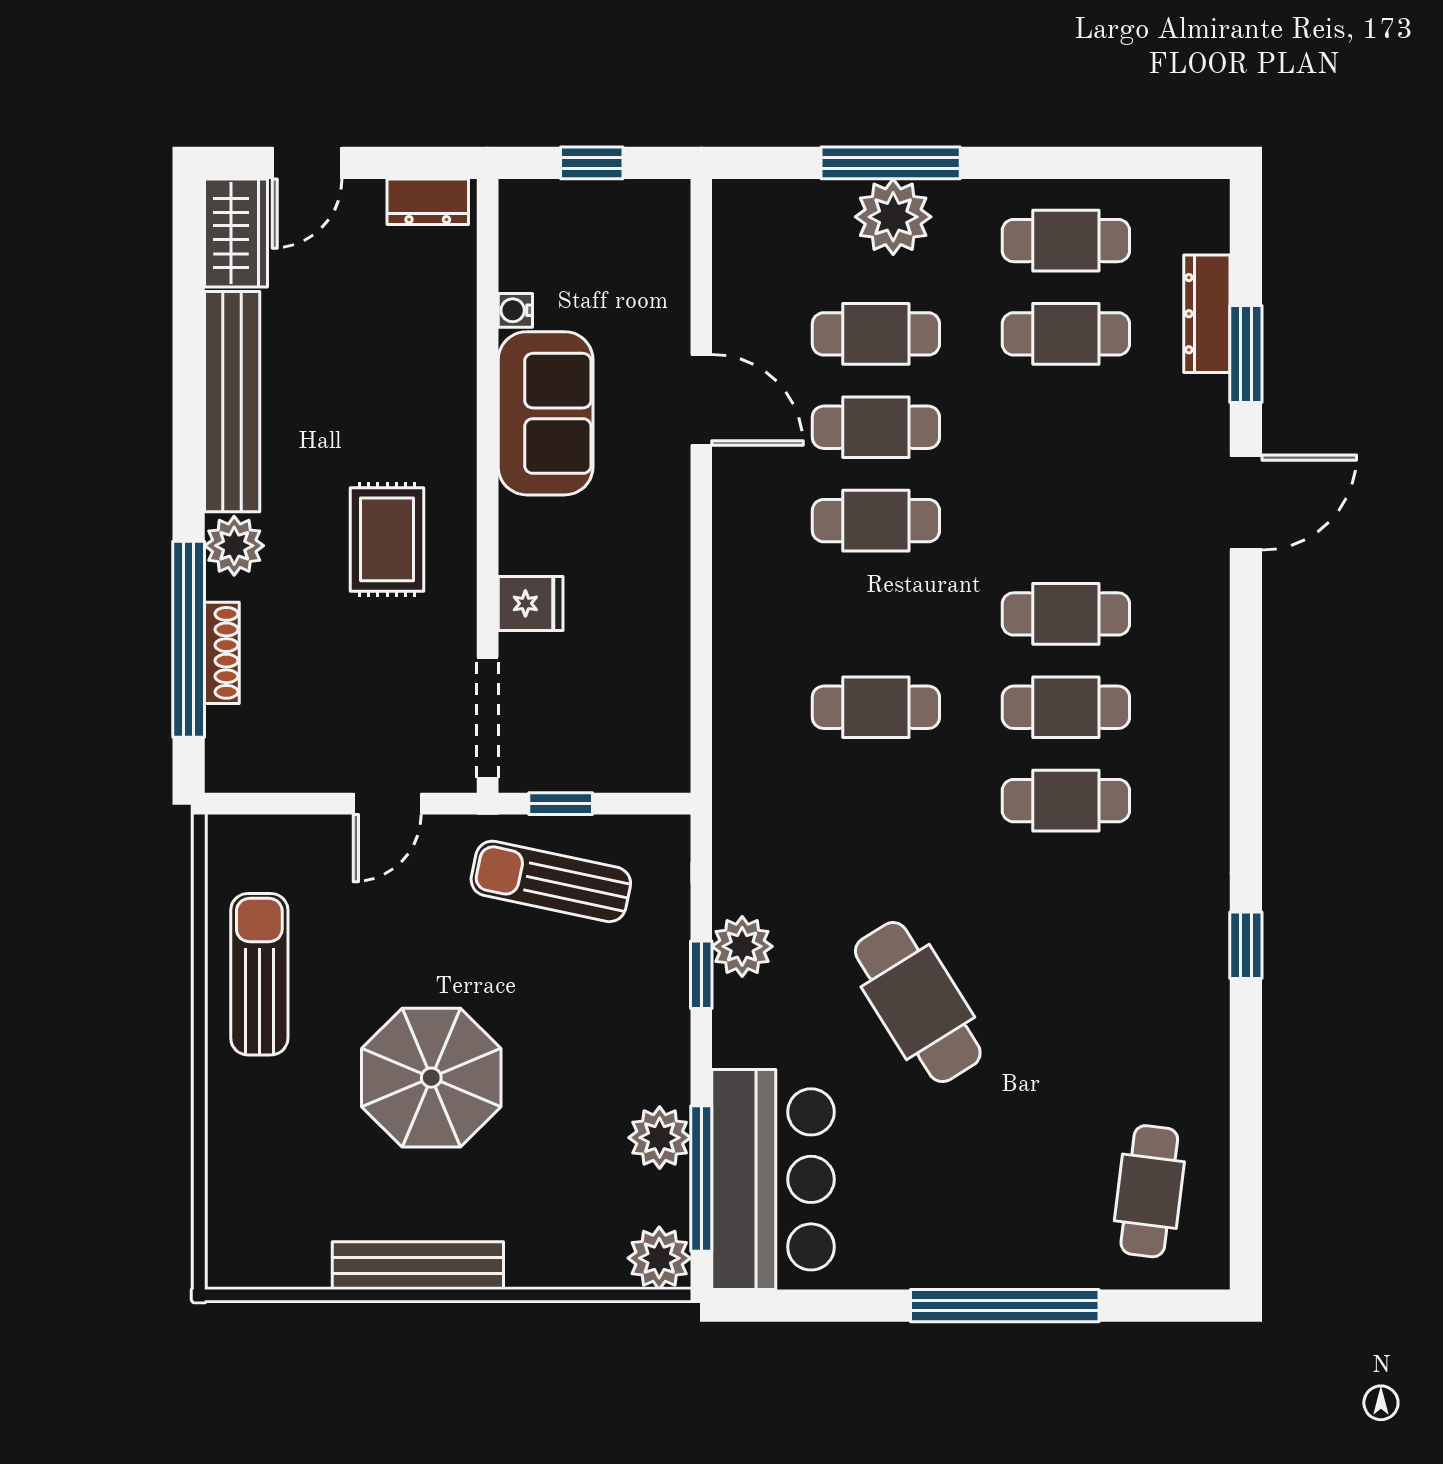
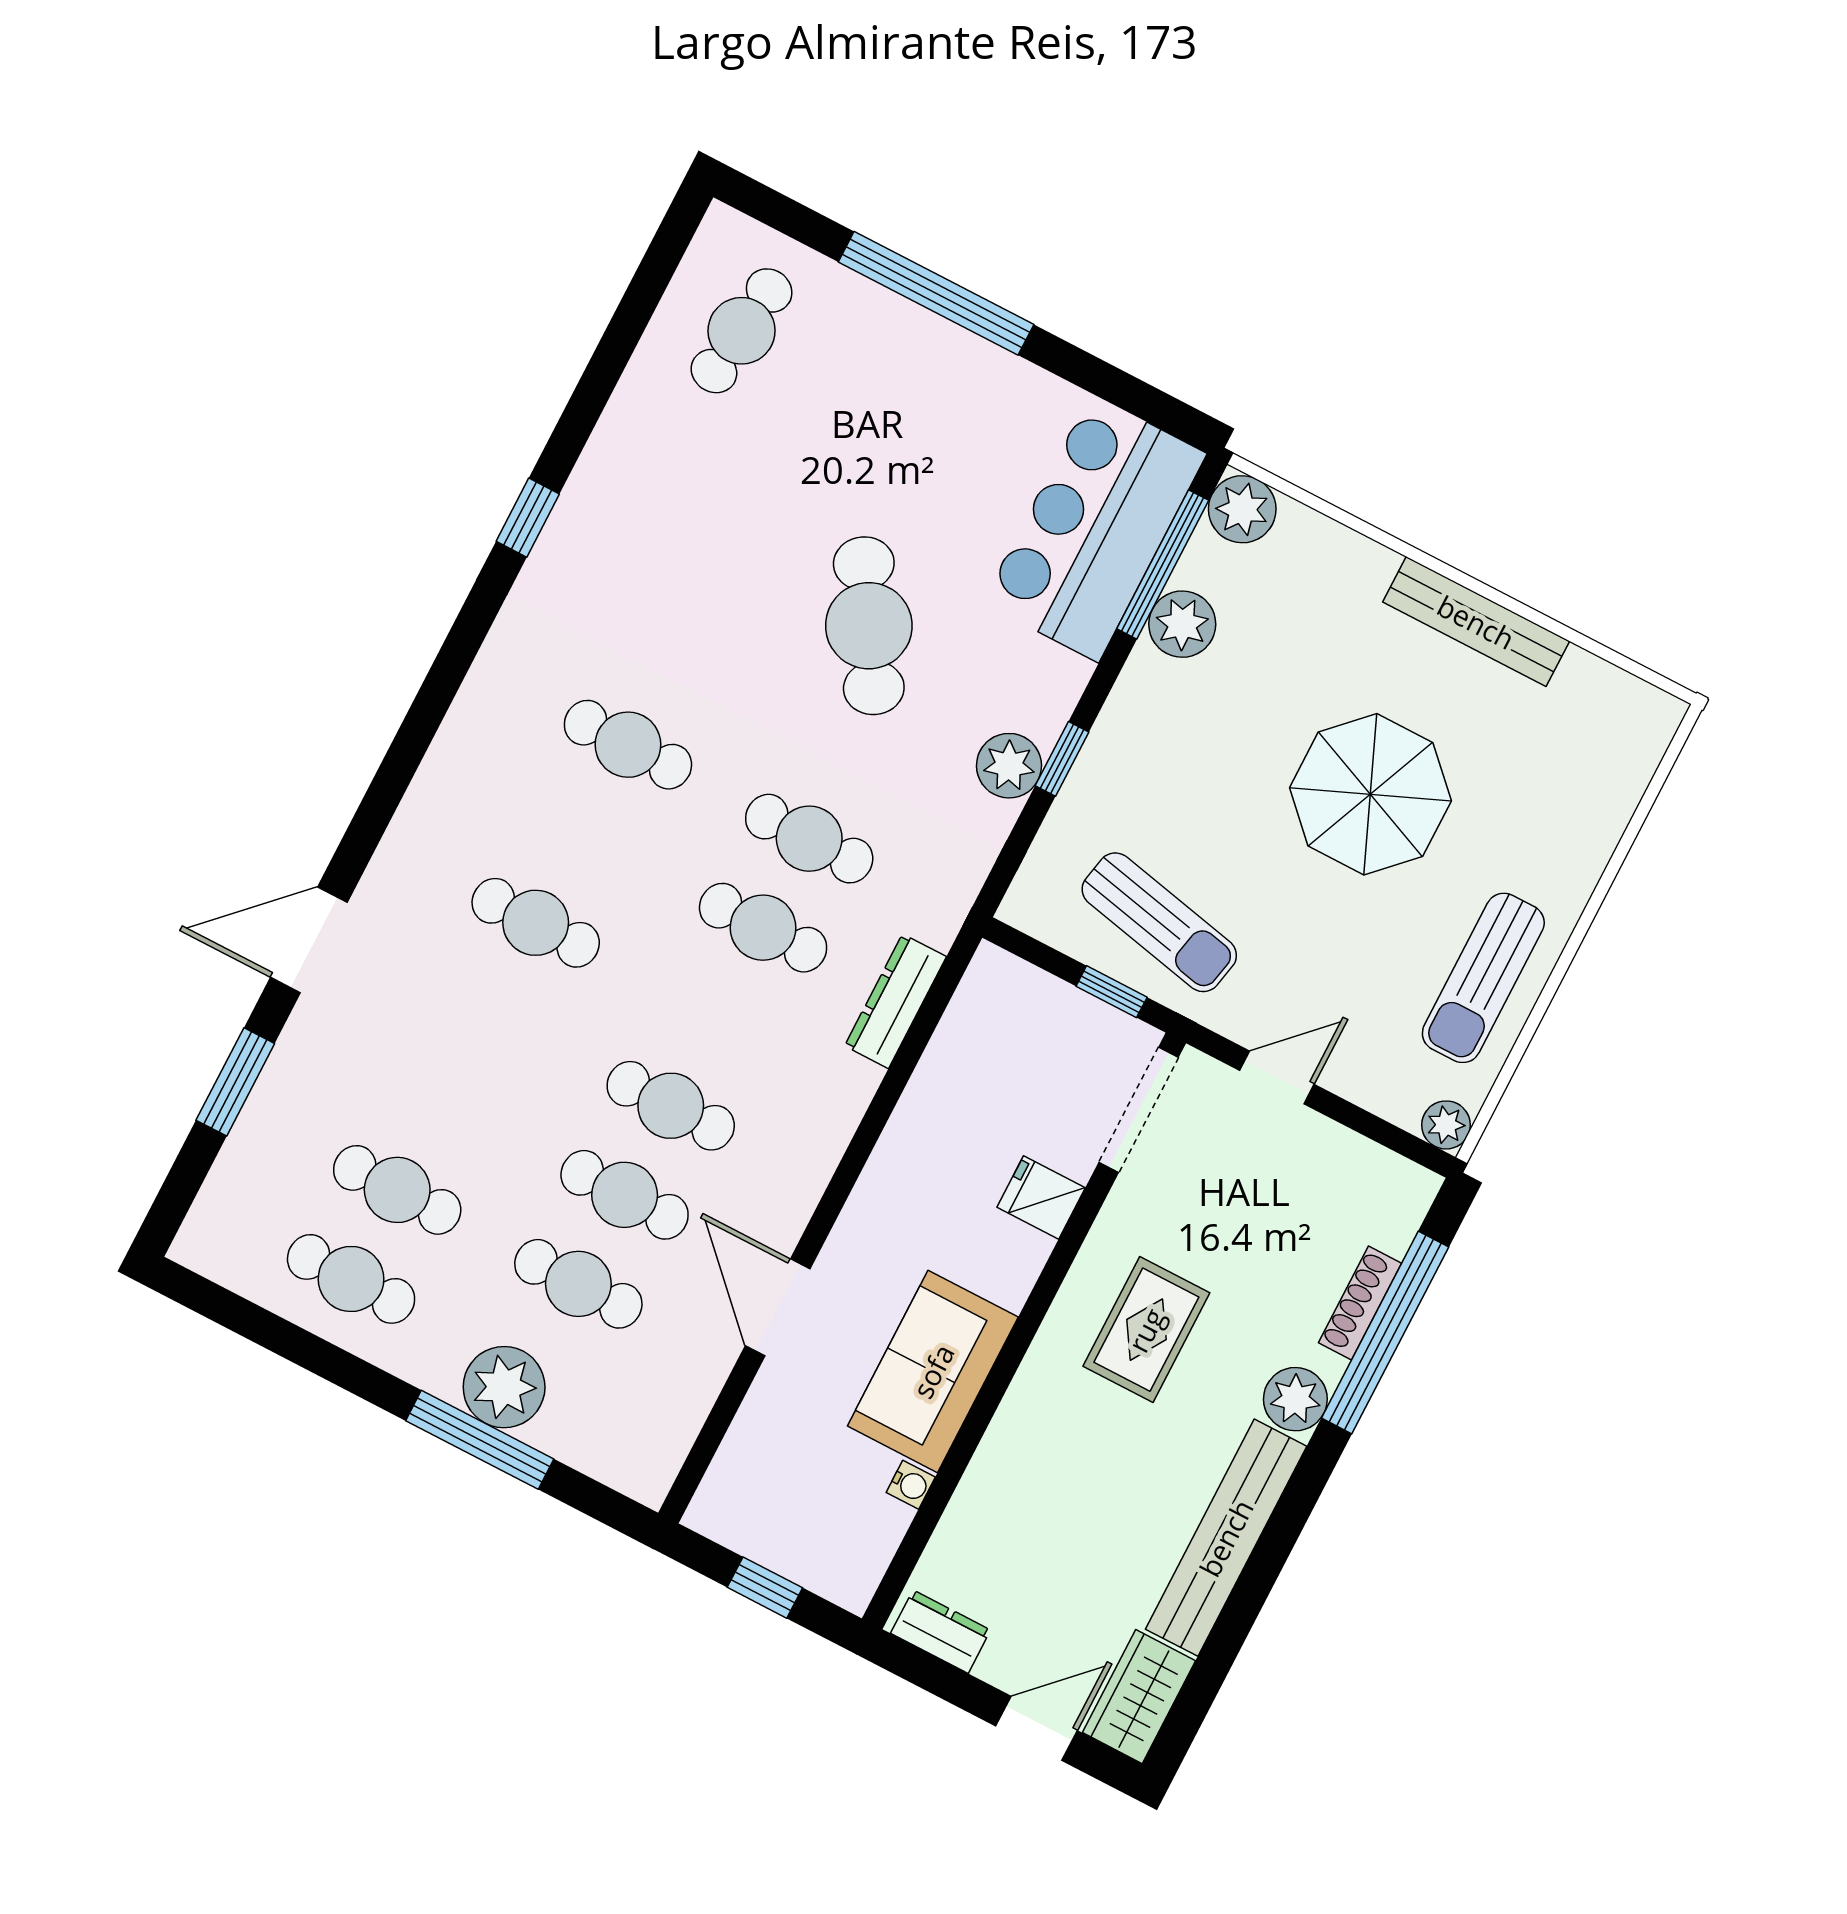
dresser: (1207, 314) -> (896, 1001), moved, turned 180
cafe table: (1066, 707) -> (809, 839), moved
plant: (227, 837) -> (1446, 1125), added

